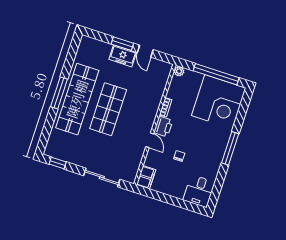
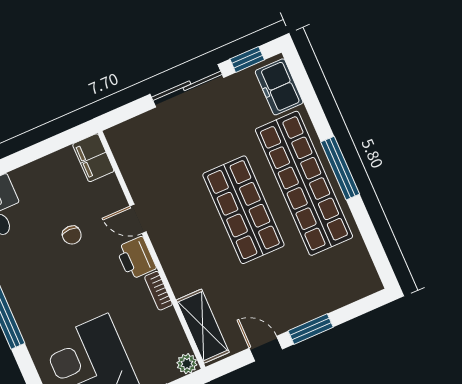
freezer: (123, 56) -> (279, 87), moved, turned -90
shelving: (161, 80) -> (203, 326), added
sliding door: (102, 177) -> (187, 86), moved

